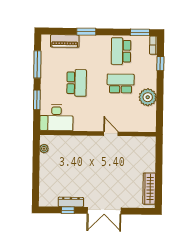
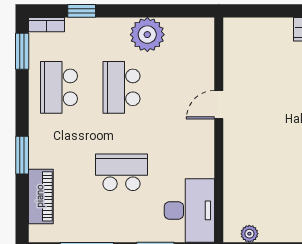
school desk: (121, 51) -> (59, 87), turned 90

